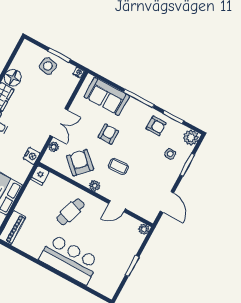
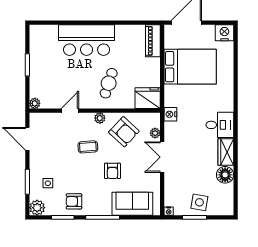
fridge: (40, 175) -> (148, 98), width x1.88, depth x1.34

